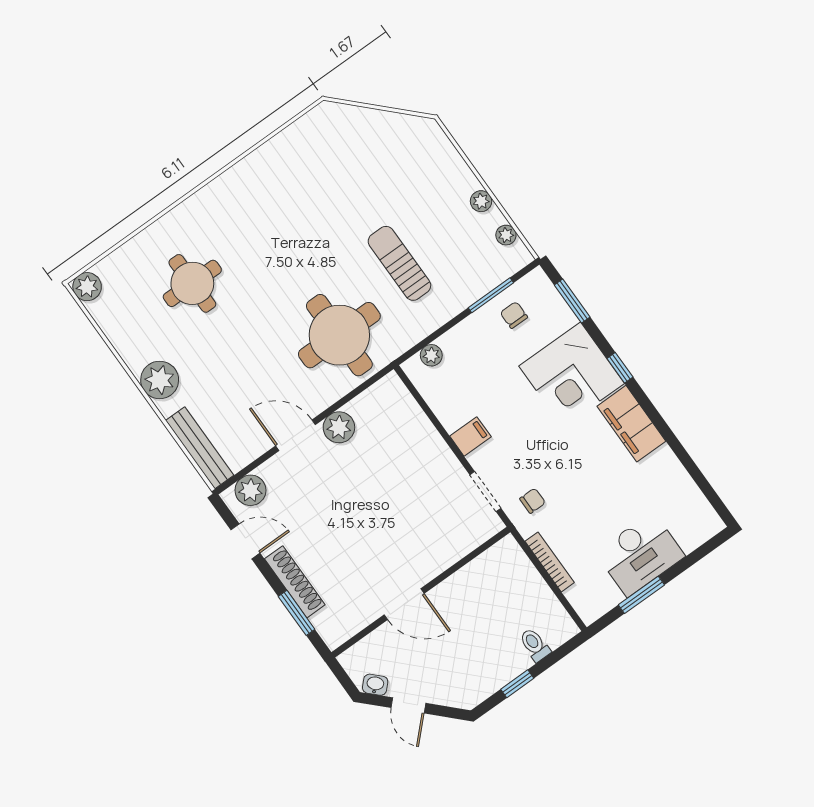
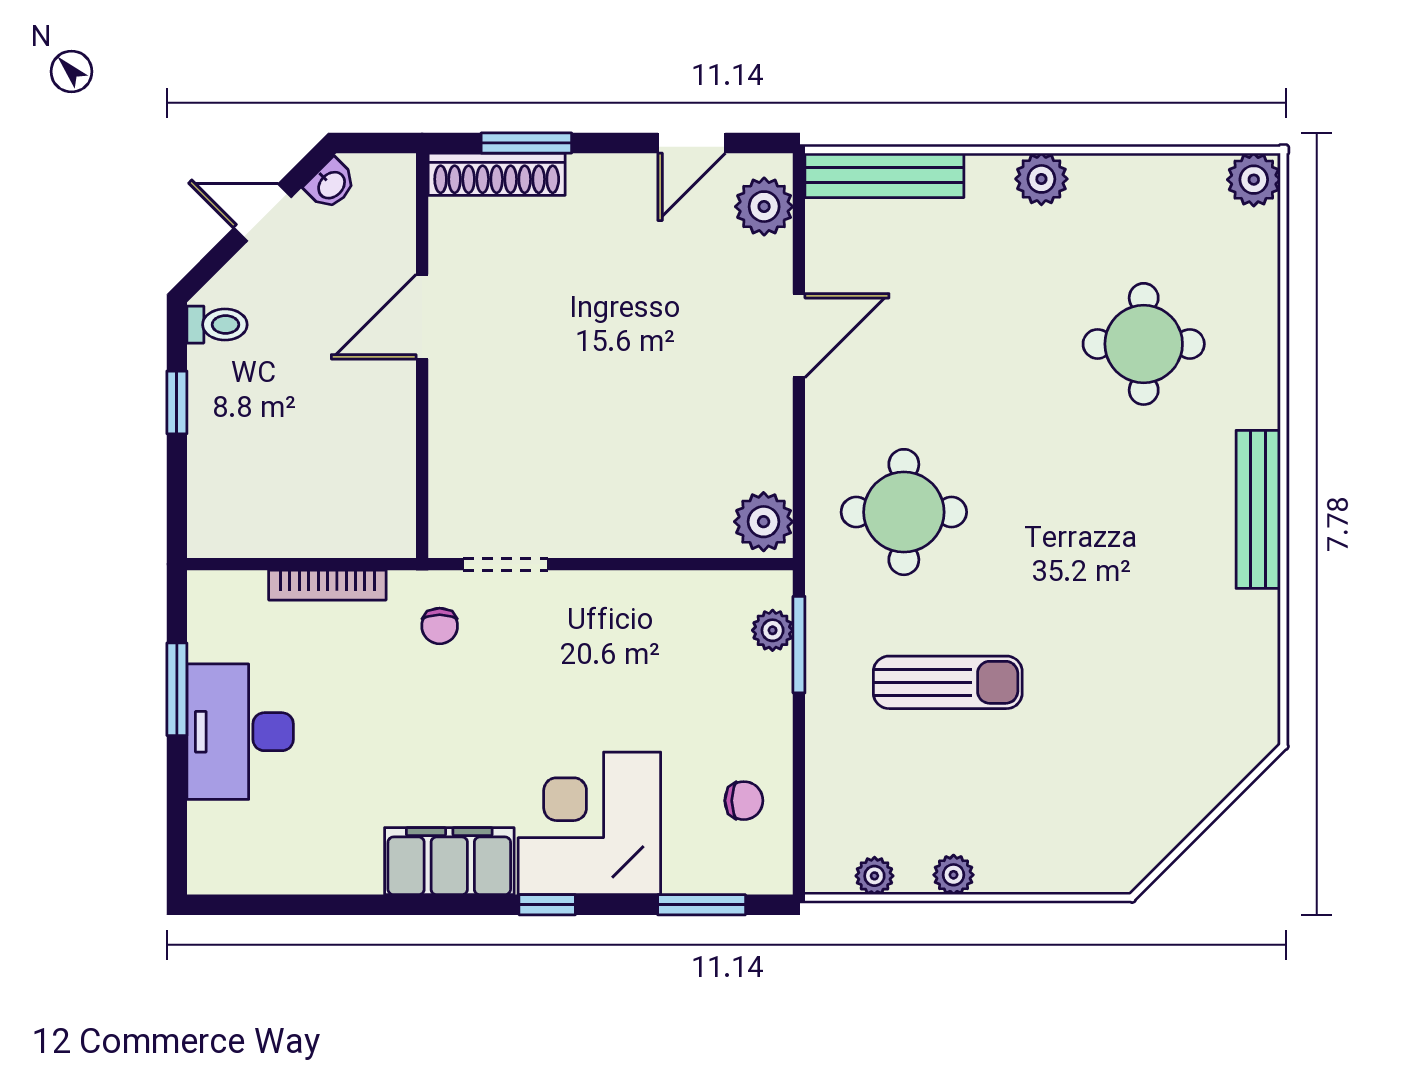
bench: (228, 183) -> (1258, 509), added
window: (491, 295) -> (799, 645), moved
round table: (339, 335) -> (904, 512), width x0.73, depth x0.73
plant: (160, 380) -> (1041, 179), width x0.73, depth x0.73
plant: (339, 427) -> (764, 522), moved
filing cabinet: (470, 436) -> (606, 601), removed
shoe rack: (295, 582) -> (497, 174), moved
toilet: (535, 645) -> (217, 325), moved

